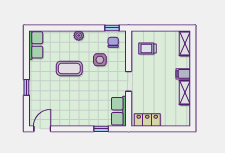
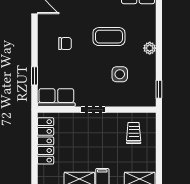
chair: (113, 42) -> (65, 44), moved
coffee table: (69, 68) -> (109, 37), turned 90
locker: (147, 120) -> (46, 141), width x1.53

